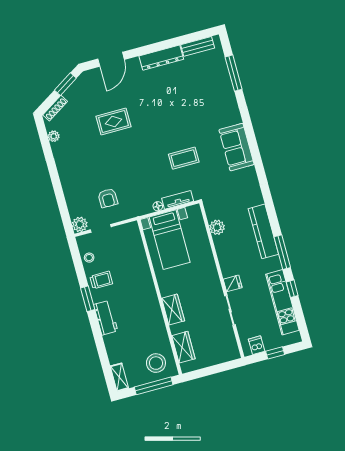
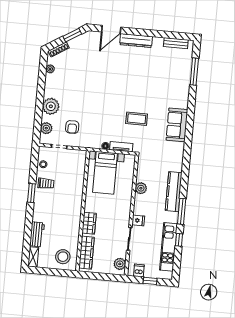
dresser: (161, 58) -> (136, 41), moved
rug: (113, 122) -> (96, 74), removed
plant: (72, 182) -> (51, 106), added
plant: (80, 224) -> (46, 128), moved
plant: (217, 227) -> (141, 188), moved
workbench: (106, 318) -> (37, 234), moved
plant: (230, 346) -> (120, 264), added
wardrobe: (183, 347) -> (87, 253), width x1.50
window: (154, 386) -> (55, 272), removed

